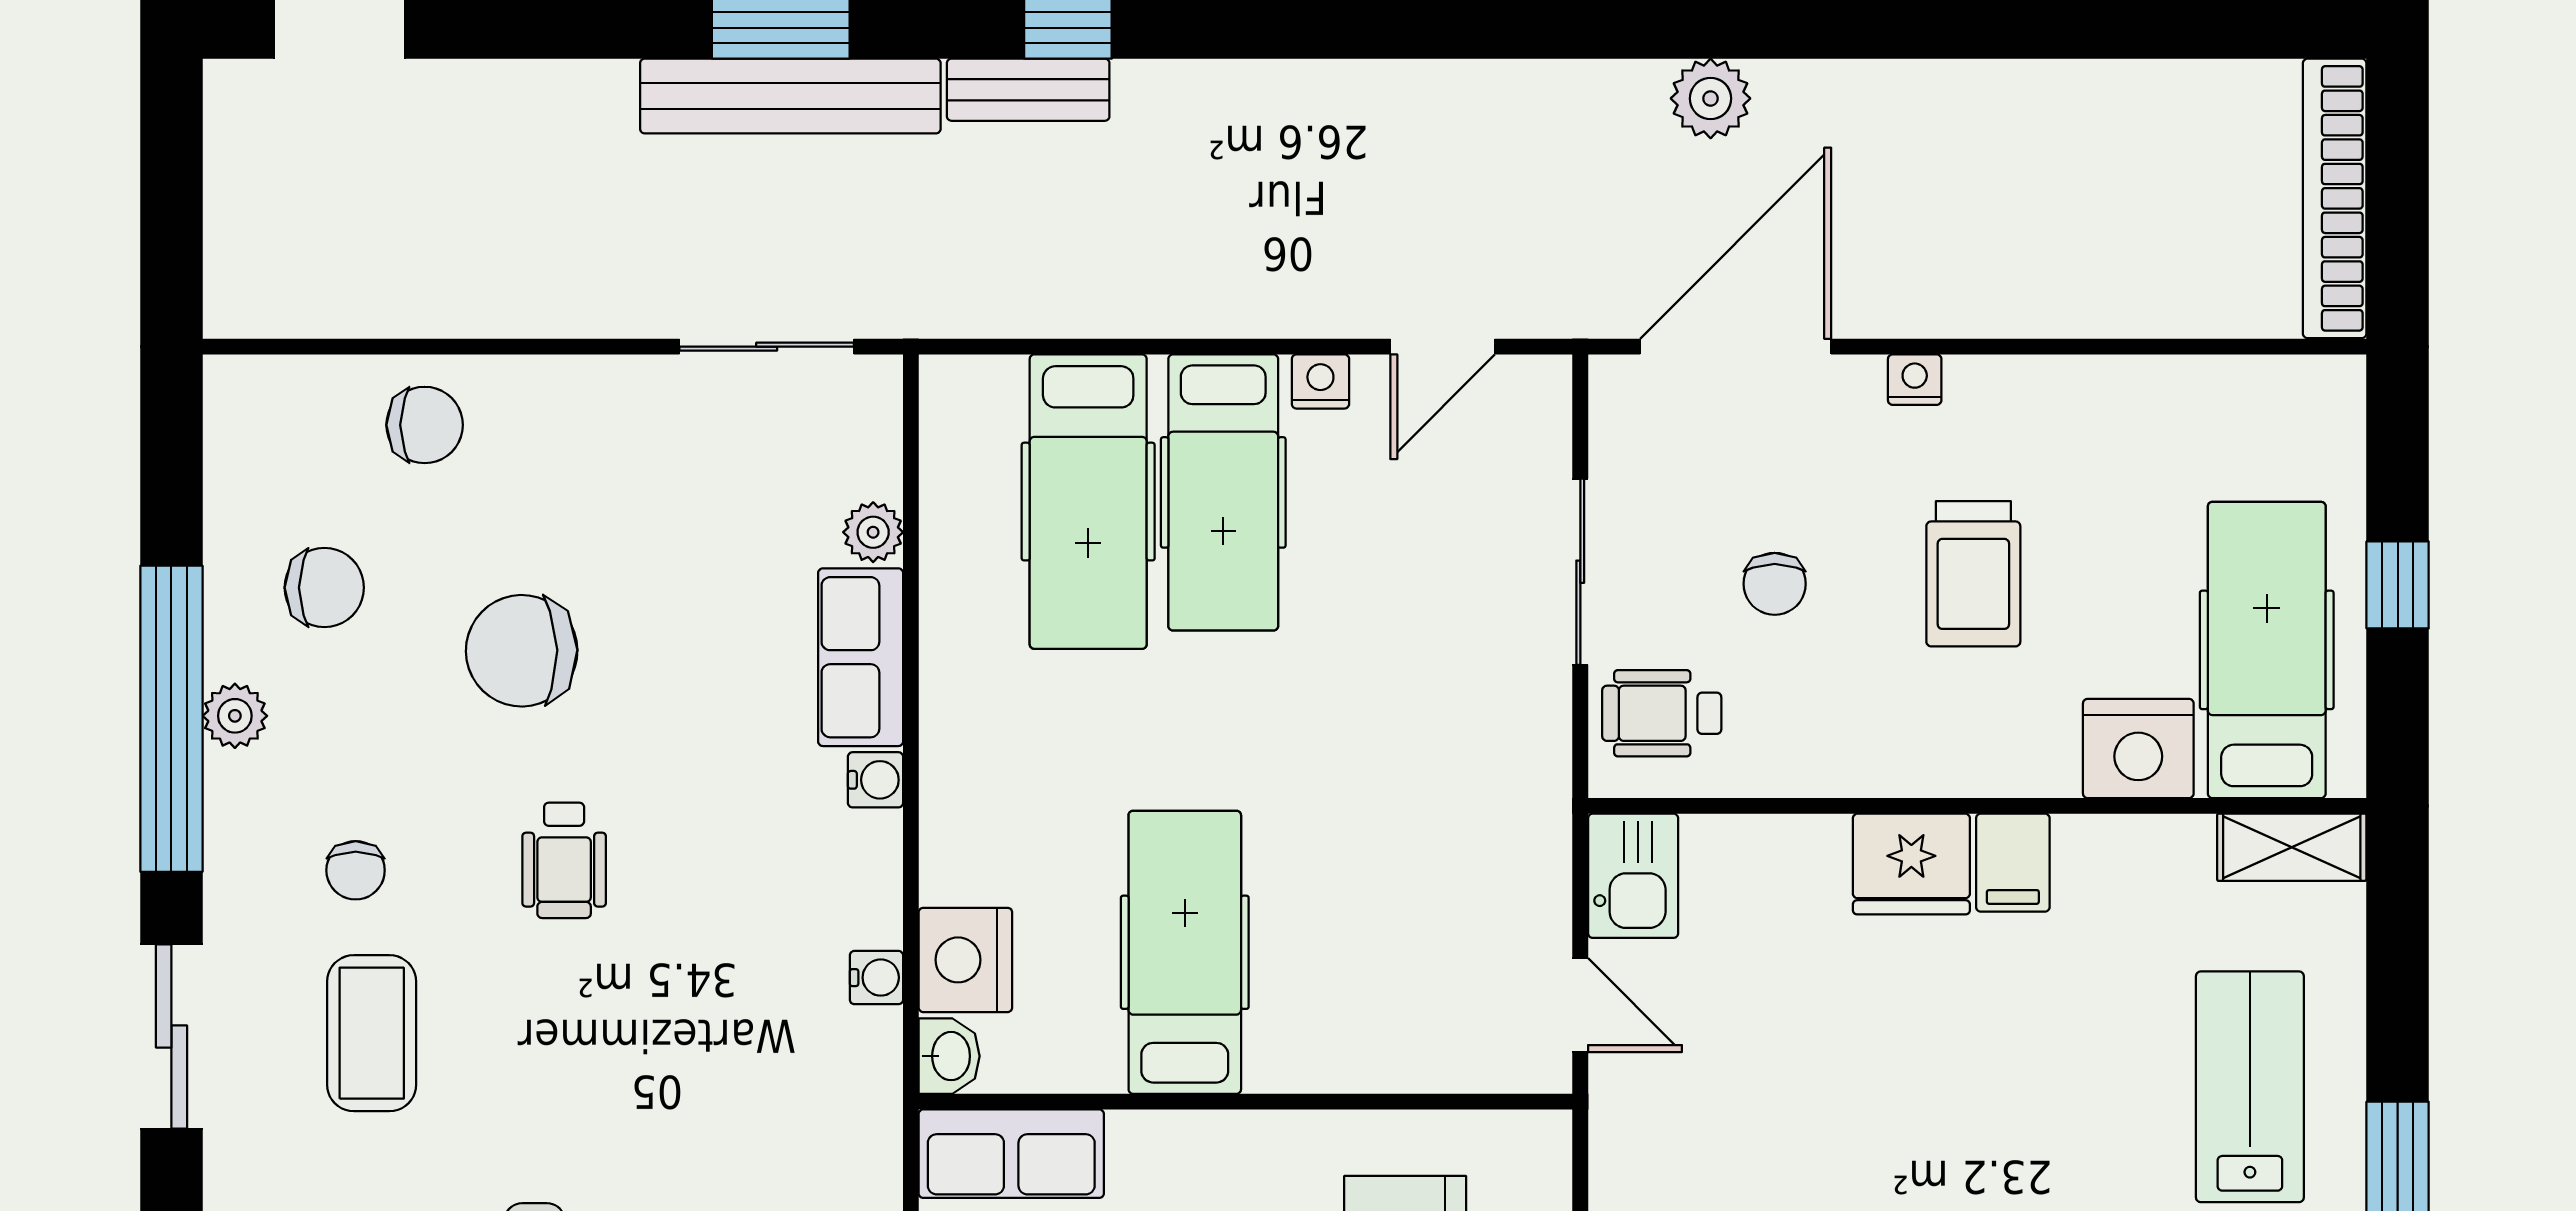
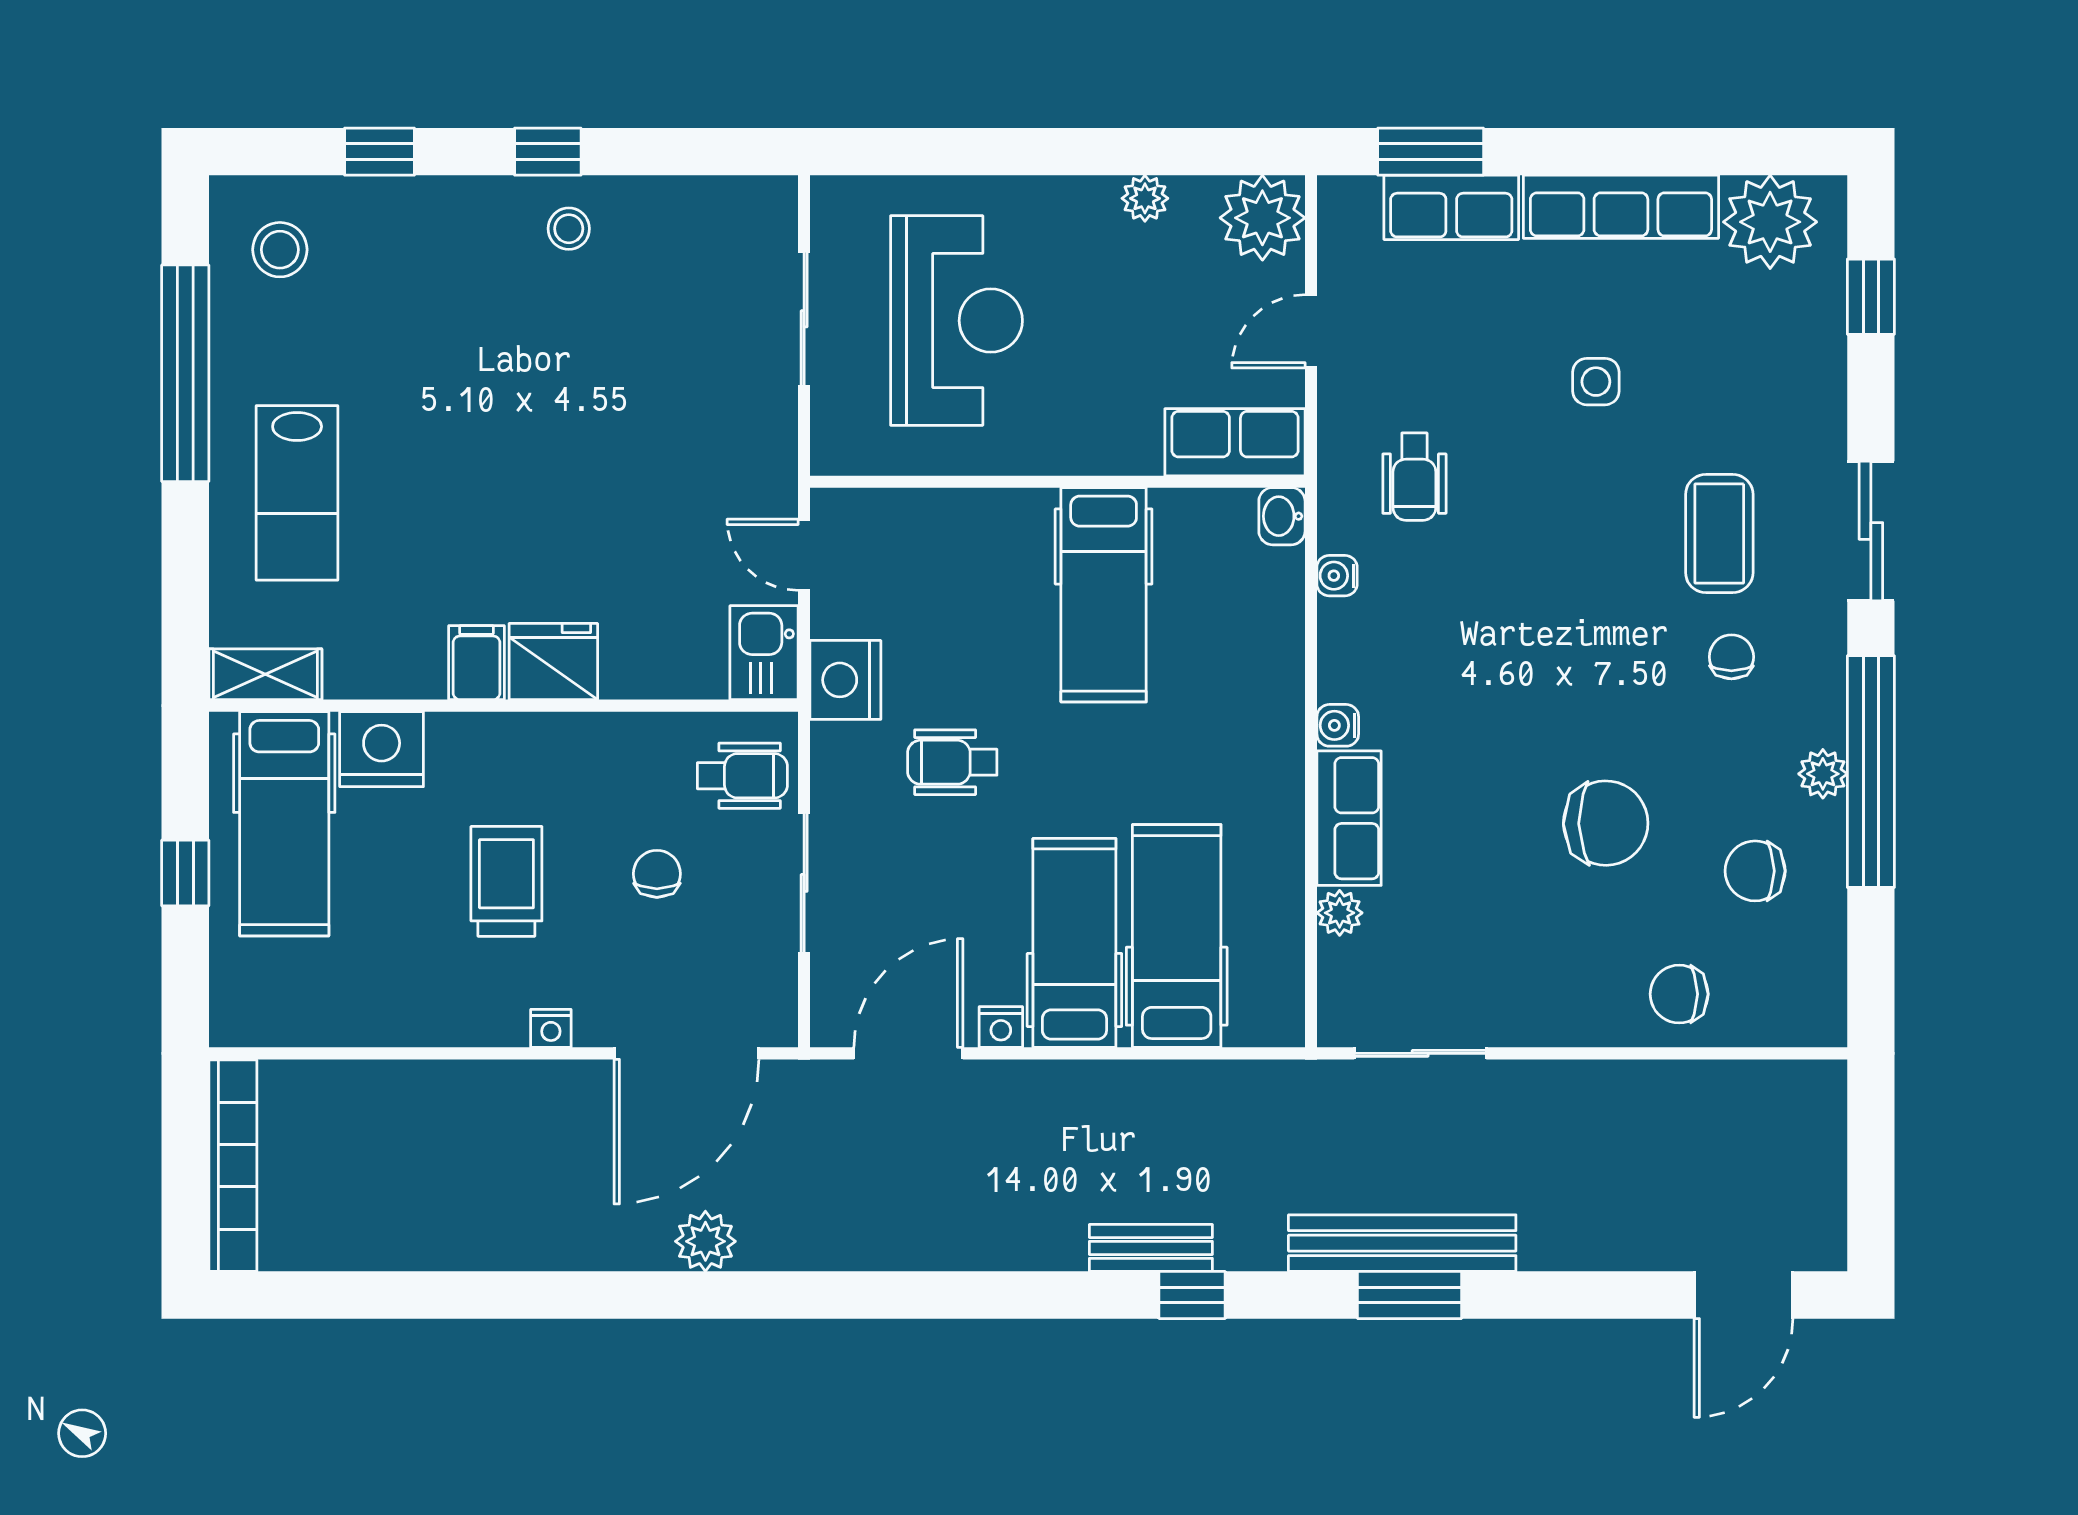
bench: (1028, 90) -> (1151, 1248), moved
door: (1443, 347) -> (908, 1053), width x1.38
wheelchair: (1385, 731) -> (952, 762), added
wheelchair: (564, 860) -> (1414, 477), moved, turned 180
nightstand: (965, 960) -> (845, 680), moved, turned 180

